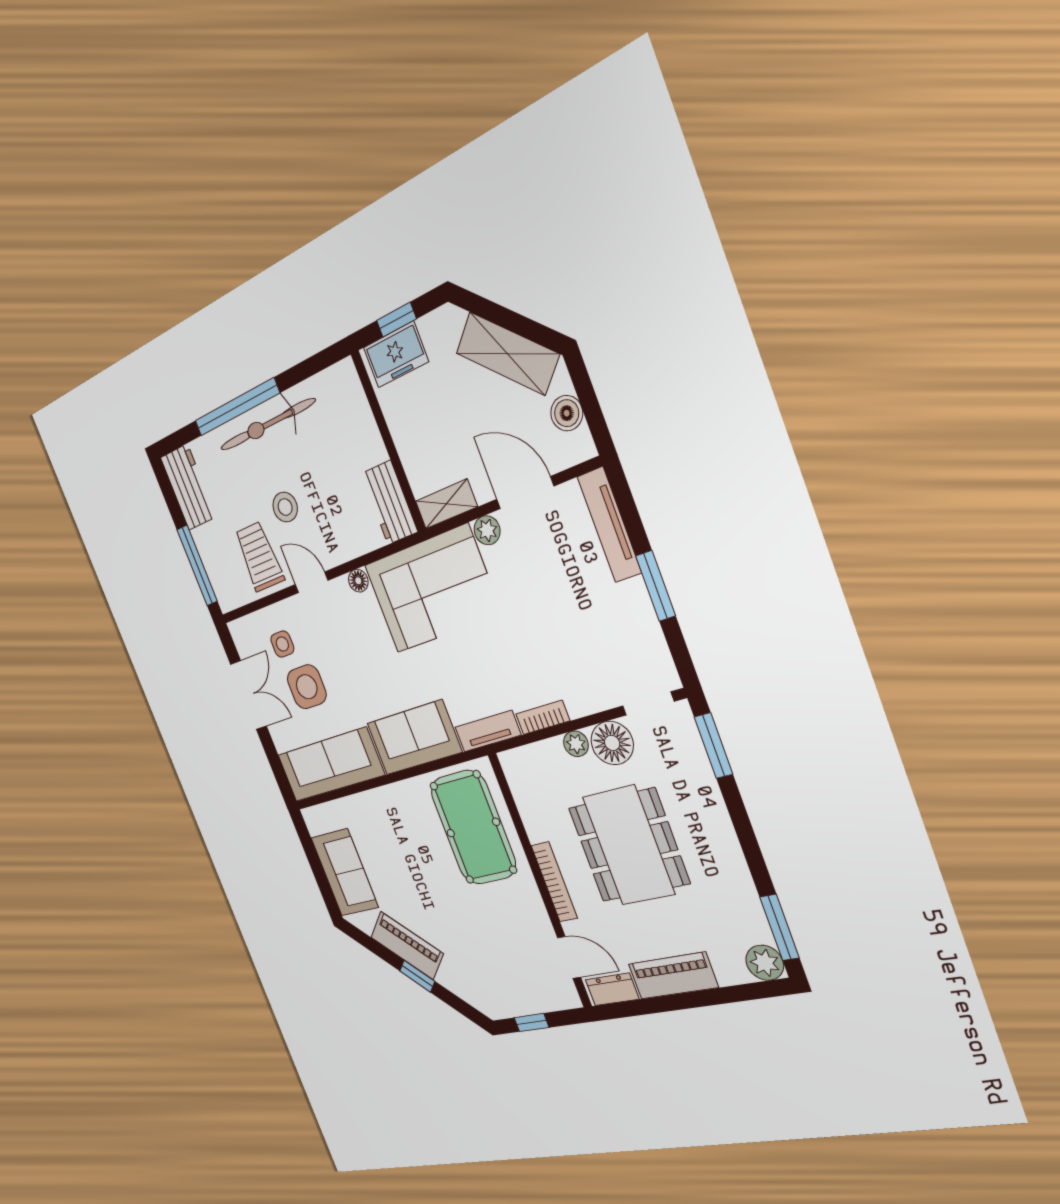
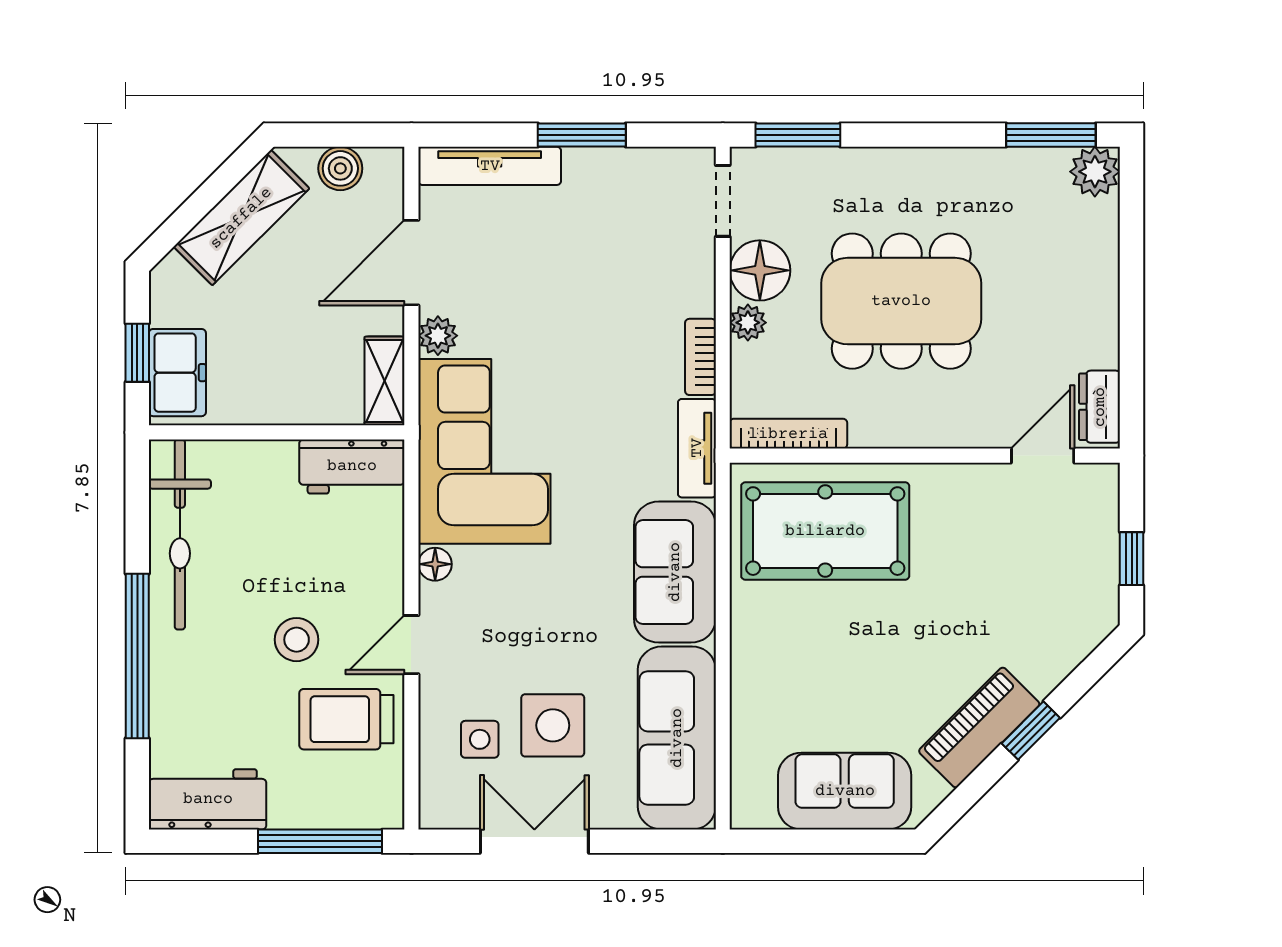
bicycle: (267, 425) -> (180, 534), moved
bookcase: (554, 882) -> (788, 434), moved
piano: (673, 976) -> (1093, 307), removed

